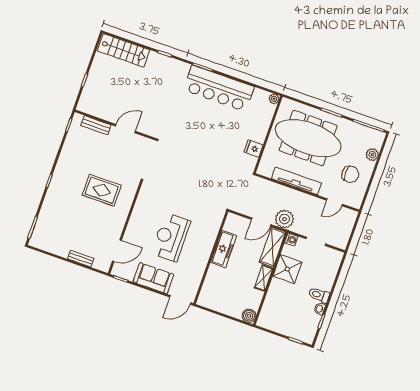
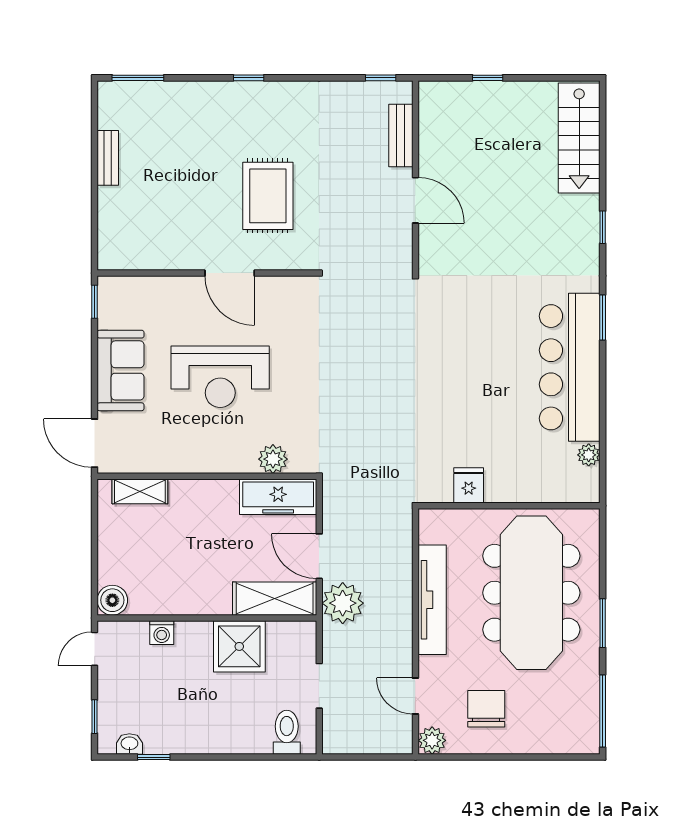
plant: (274, 99) -> (589, 455), moved
plant: (372, 155) -> (432, 740), moved
chair: (350, 174) -> (486, 709), turned 180
plant: (213, 227) -> (273, 459), added
reception desk: (171, 237) -> (220, 377), turned 180
washing machine: (291, 240) -> (162, 633), moved
freezer: (224, 249) -> (278, 497), moved
door: (117, 251) -> (230, 273), moved
bench: (81, 259) -> (108, 158), moved
shelving: (264, 278) -> (140, 491), moved
toilet: (319, 295) -> (287, 732), moved
washbasin: (320, 309) -> (129, 744), moved
door: (267, 331) -> (95, 649), added

